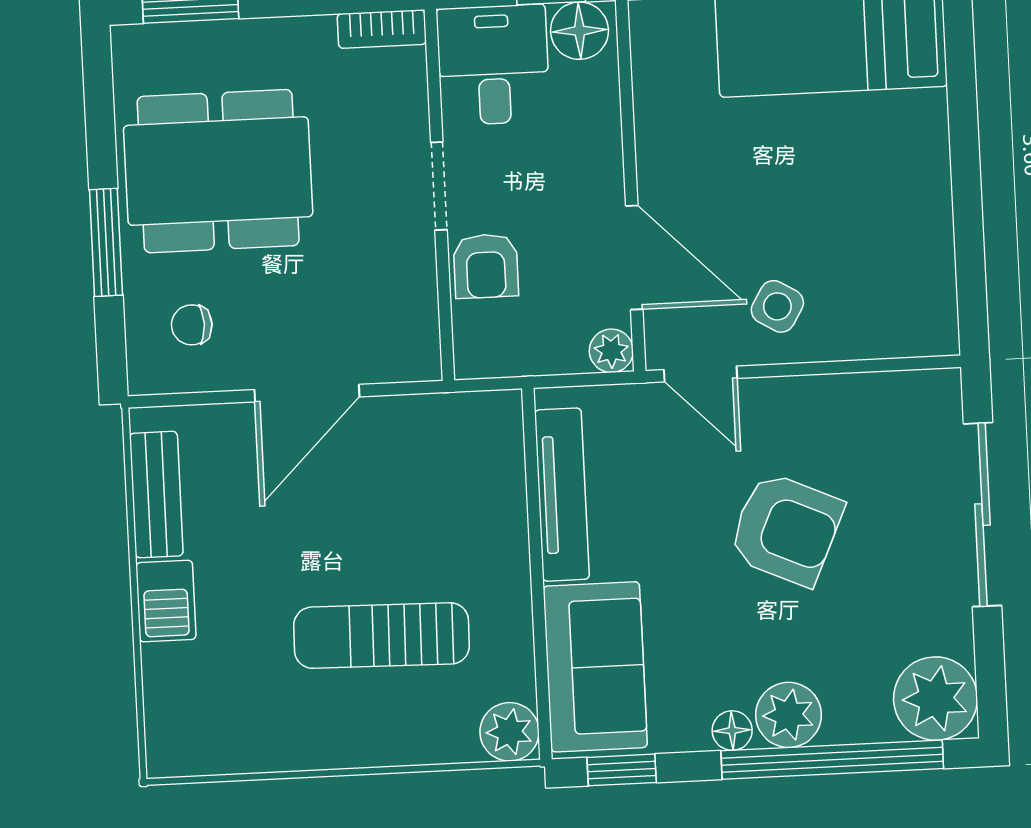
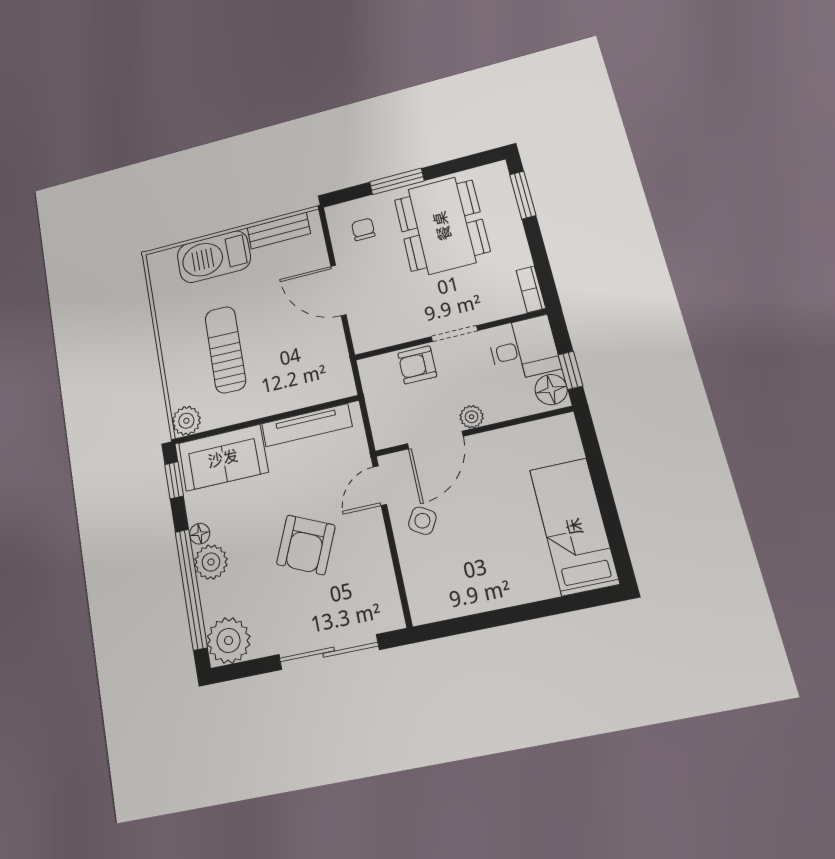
plant: (611, 351) -> (472, 417), moved
barbecue: (166, 601) -> (214, 257), width x1.88, depth x1.53

